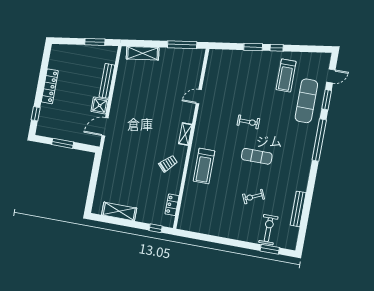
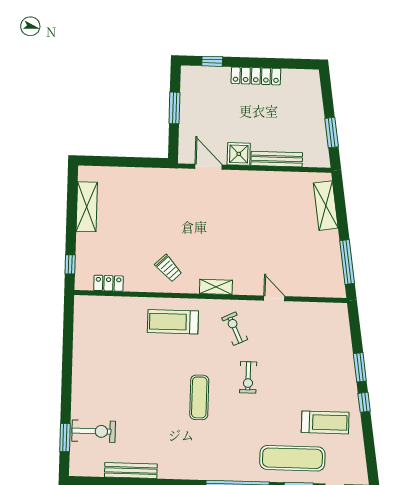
treadmill: (286, 75) -> (325, 422), turned 180
exercise bike: (253, 197) -> (235, 329), moved

